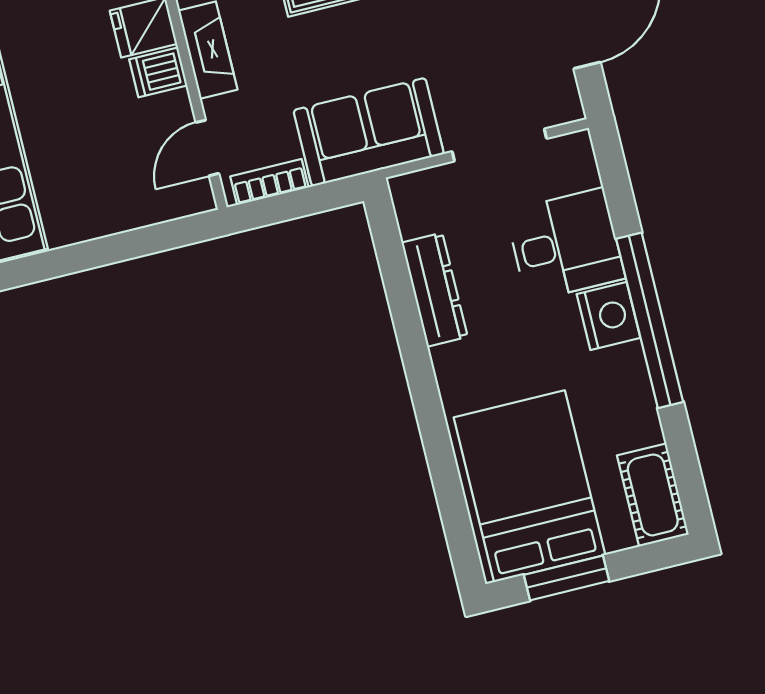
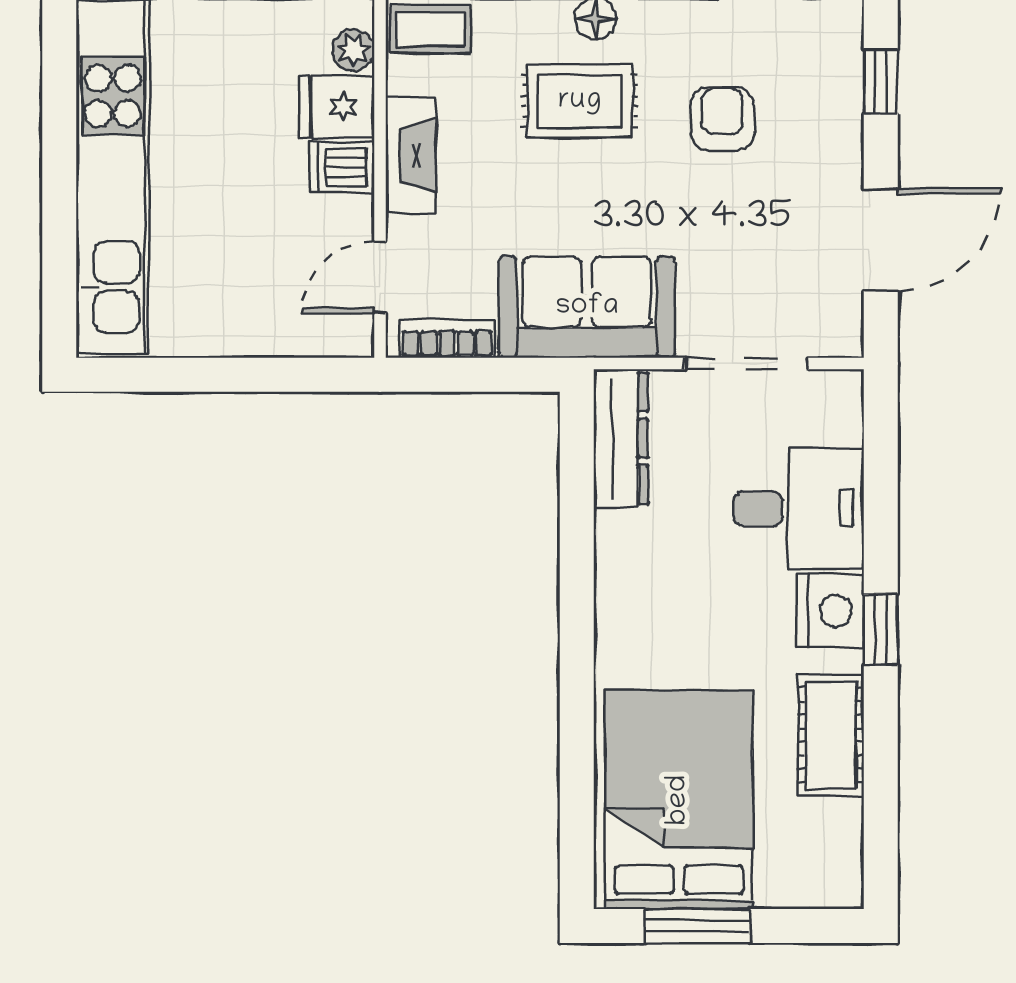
dresser: (435, 290) -> (621, 438), moved
window: (650, 320) -> (881, 629), width x0.32
cot: (653, 495) -> (831, 735), moved

